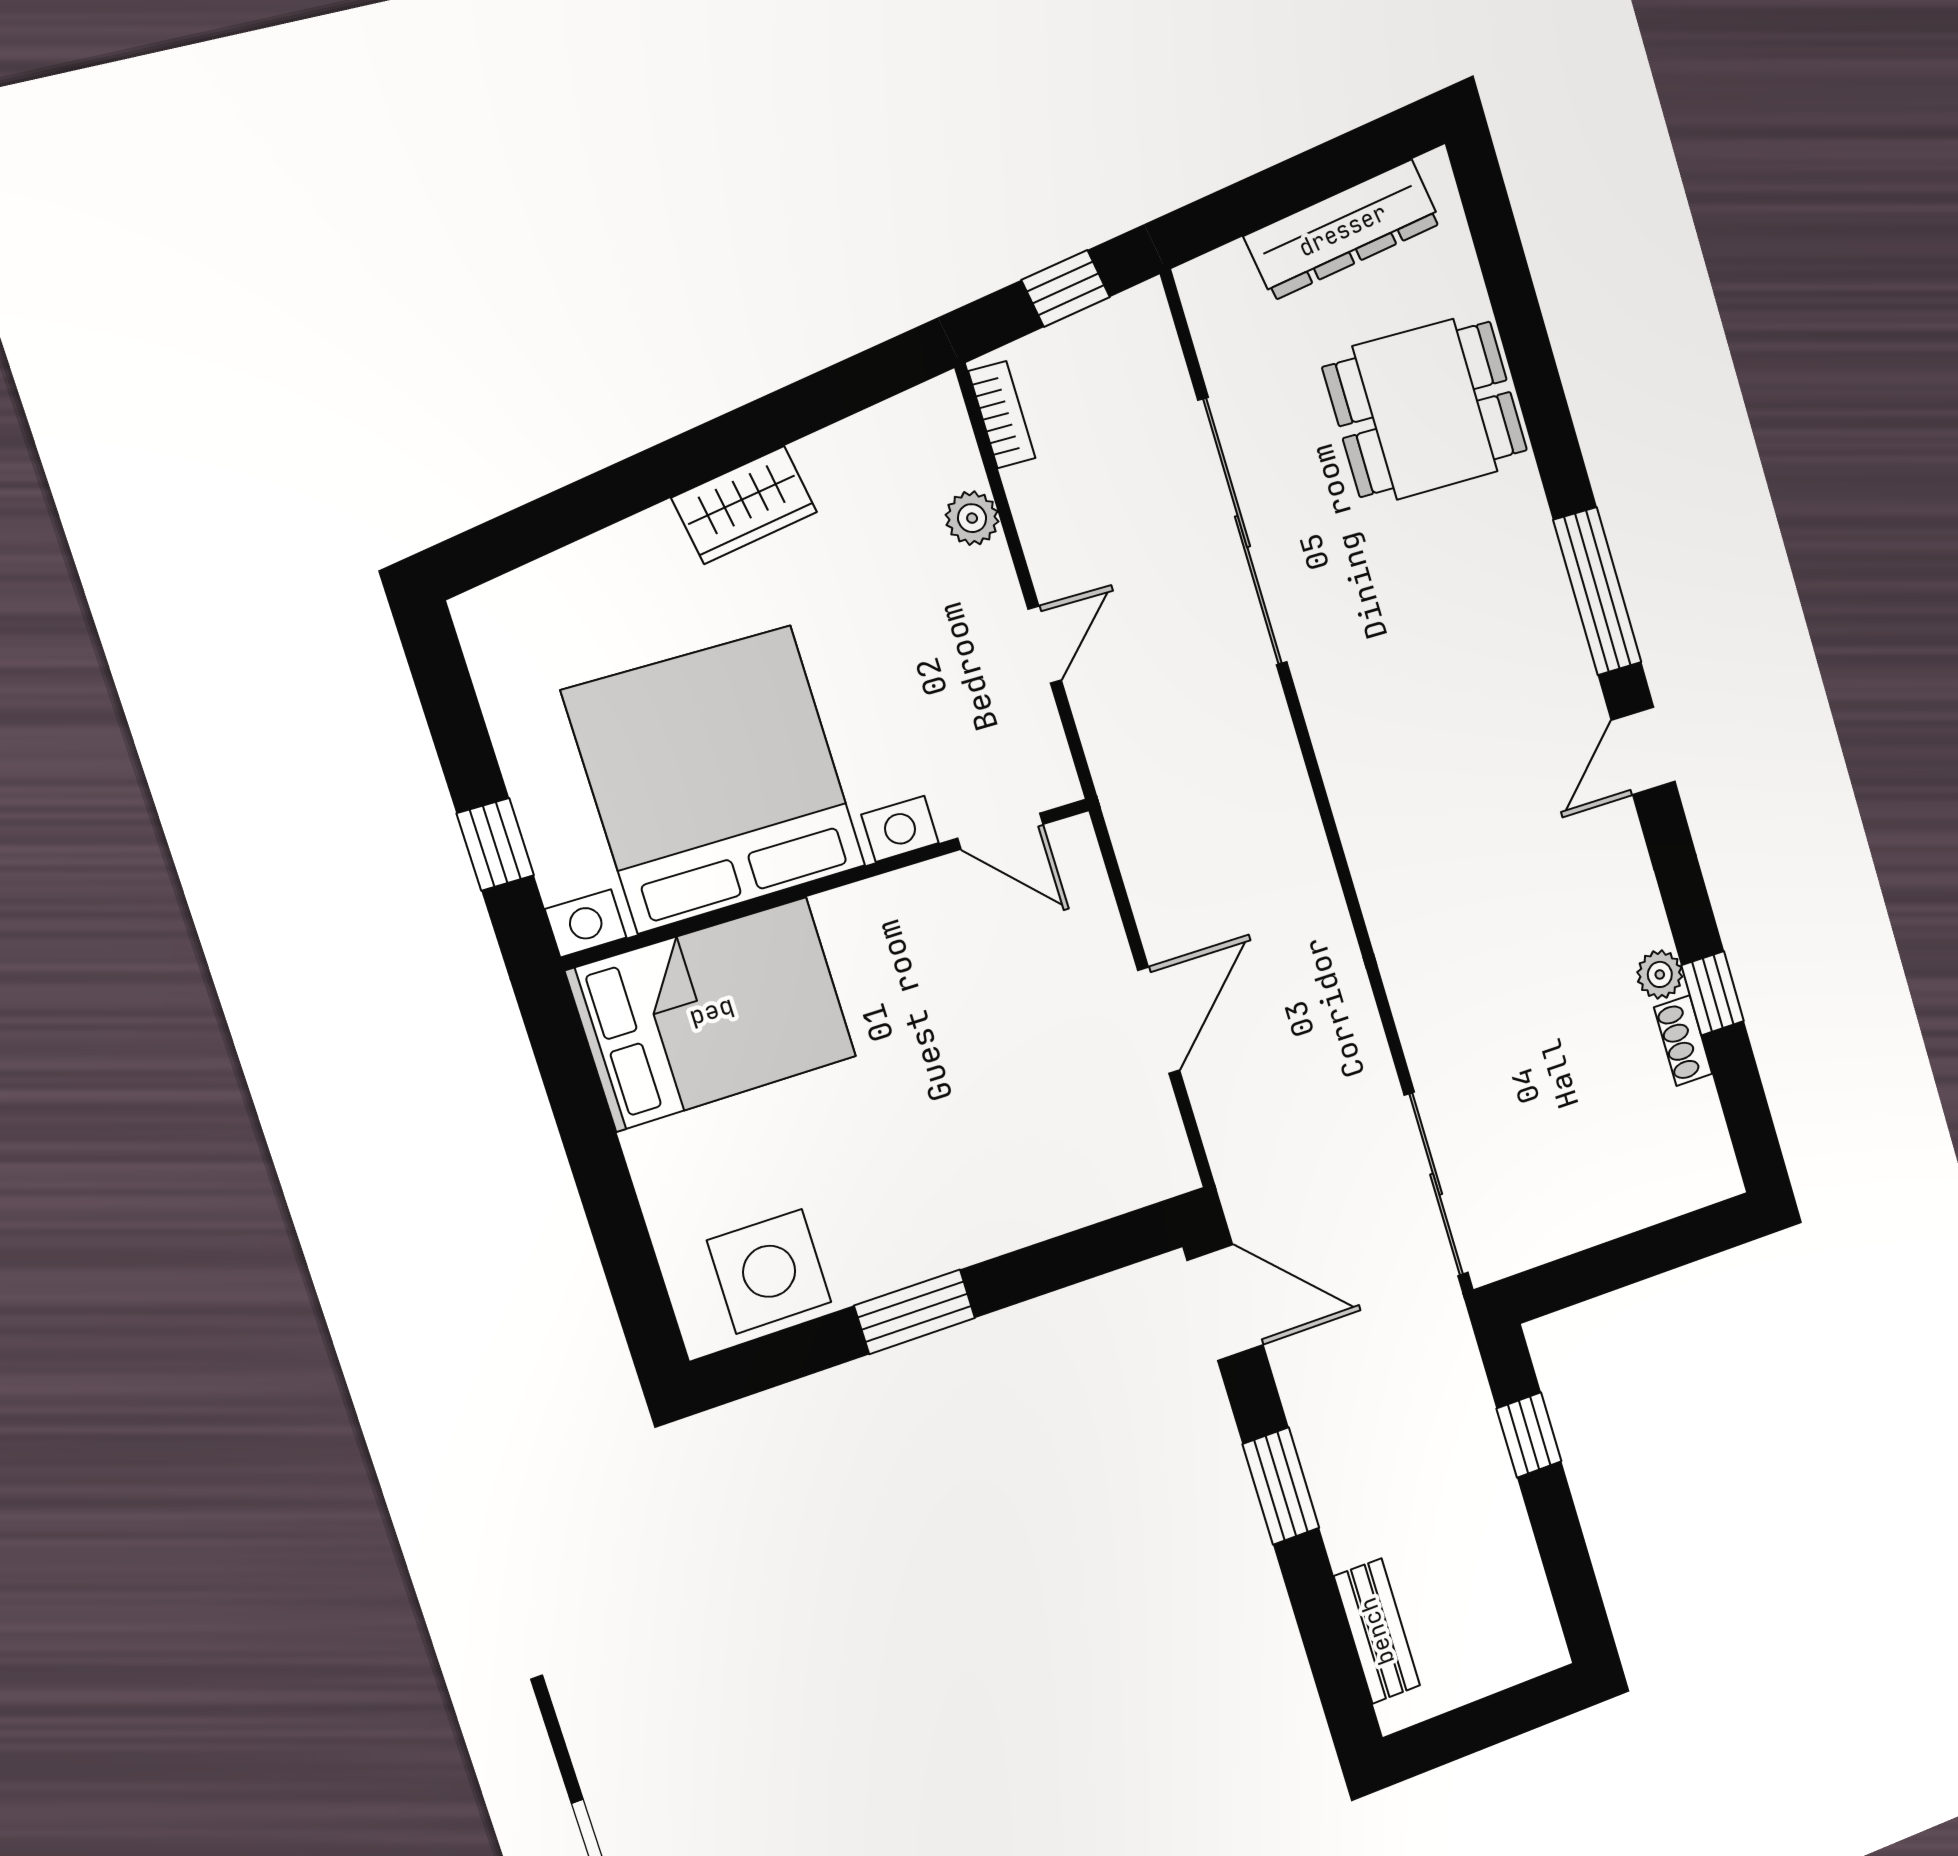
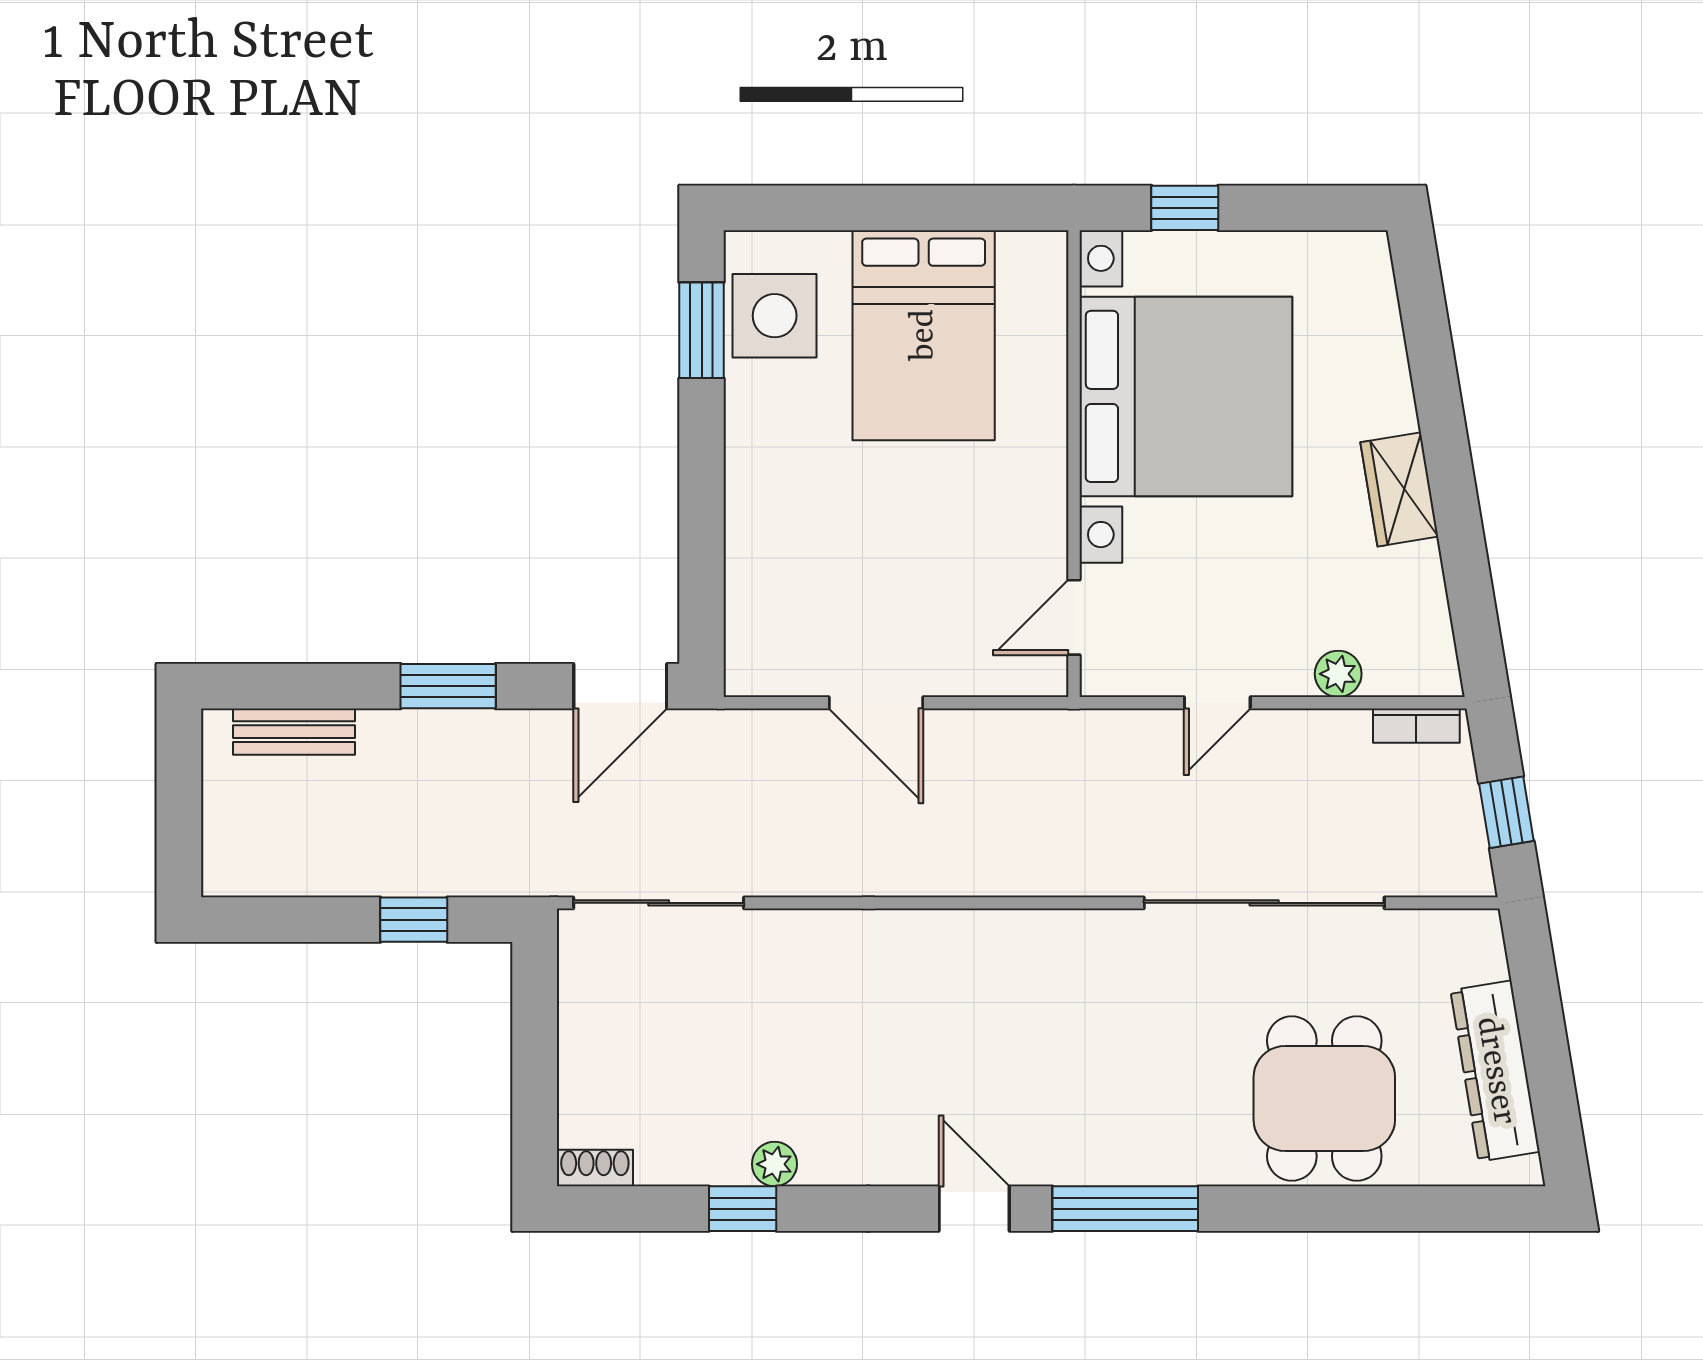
door: (1045, 645) -> (1217, 703), hinge flipped
bed: (712, 1014) -> (924, 335), moved
shoe rack: (1683, 1041) -> (595, 1168), moved
window: (915, 1312) -> (702, 330), moved

